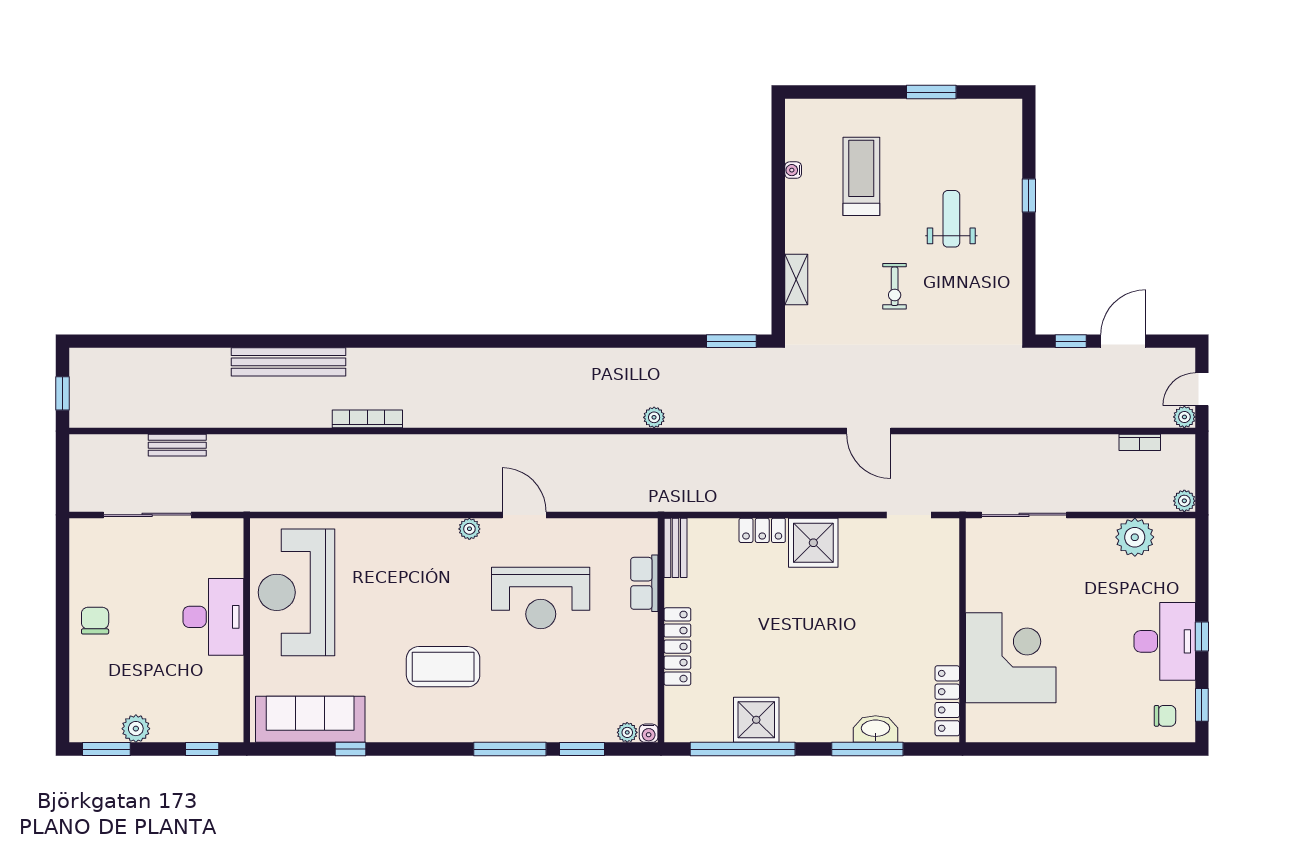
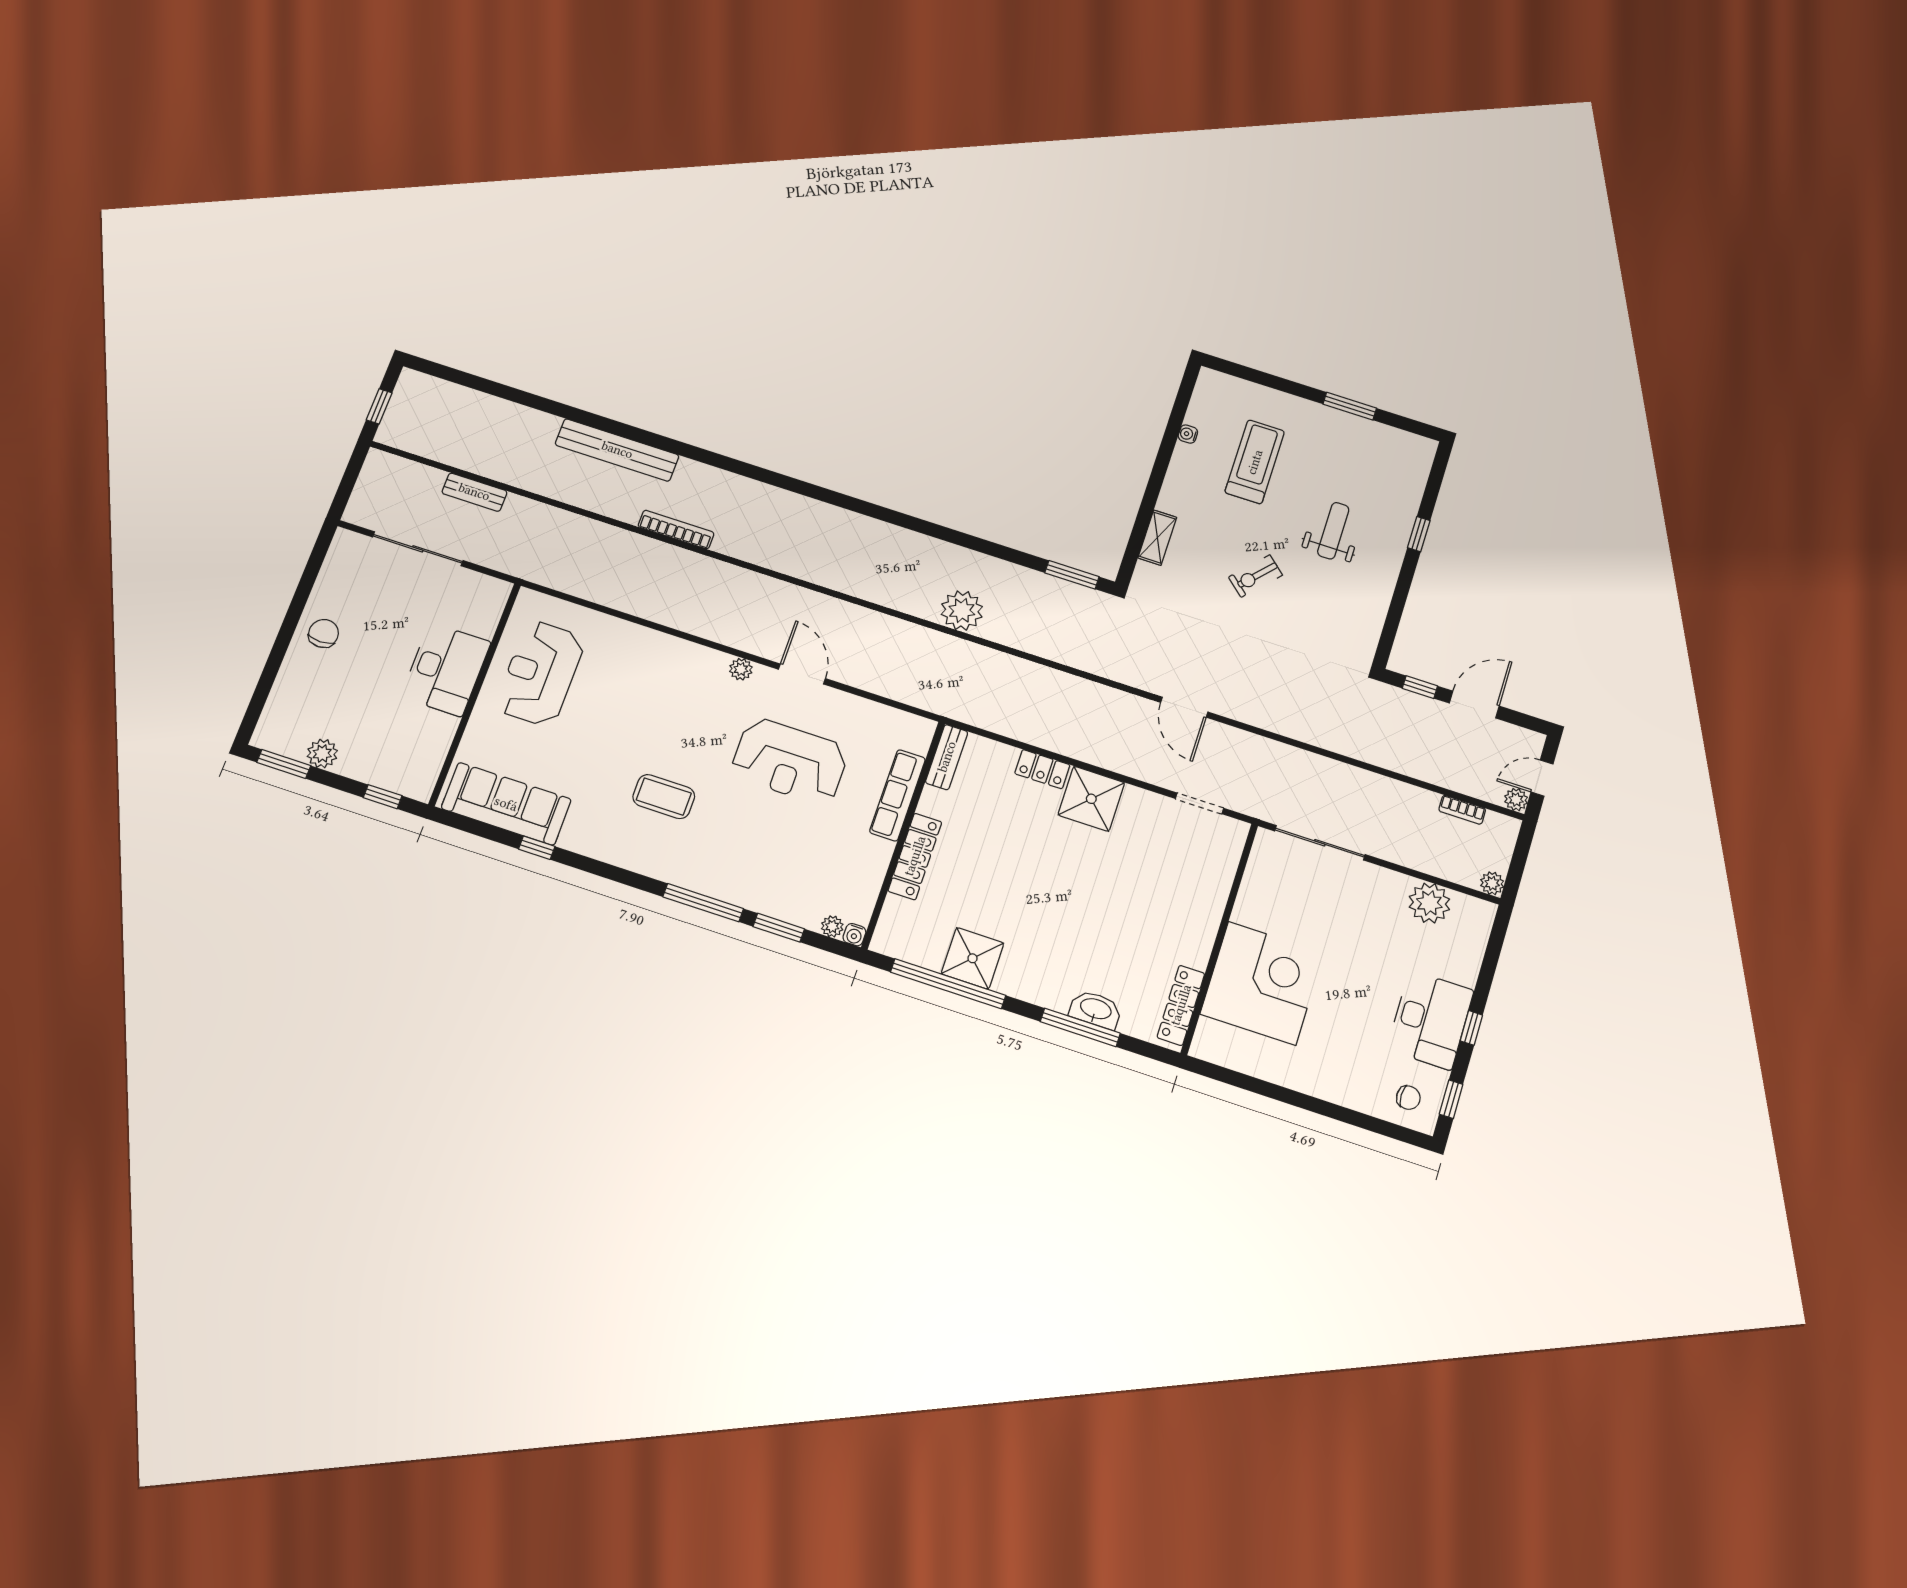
exercise bike: (895, 286) -> (1255, 576), turned 42
plant: (654, 417) -> (962, 611), width x1.87, depth x1.87
row of seats: (644, 583) -> (898, 795), width x1.48
reception desk: (297, 592) -> (540, 673), width x0.74, depth x0.77
coffee table: (443, 667) -> (664, 797), width x0.73, depth x0.76

